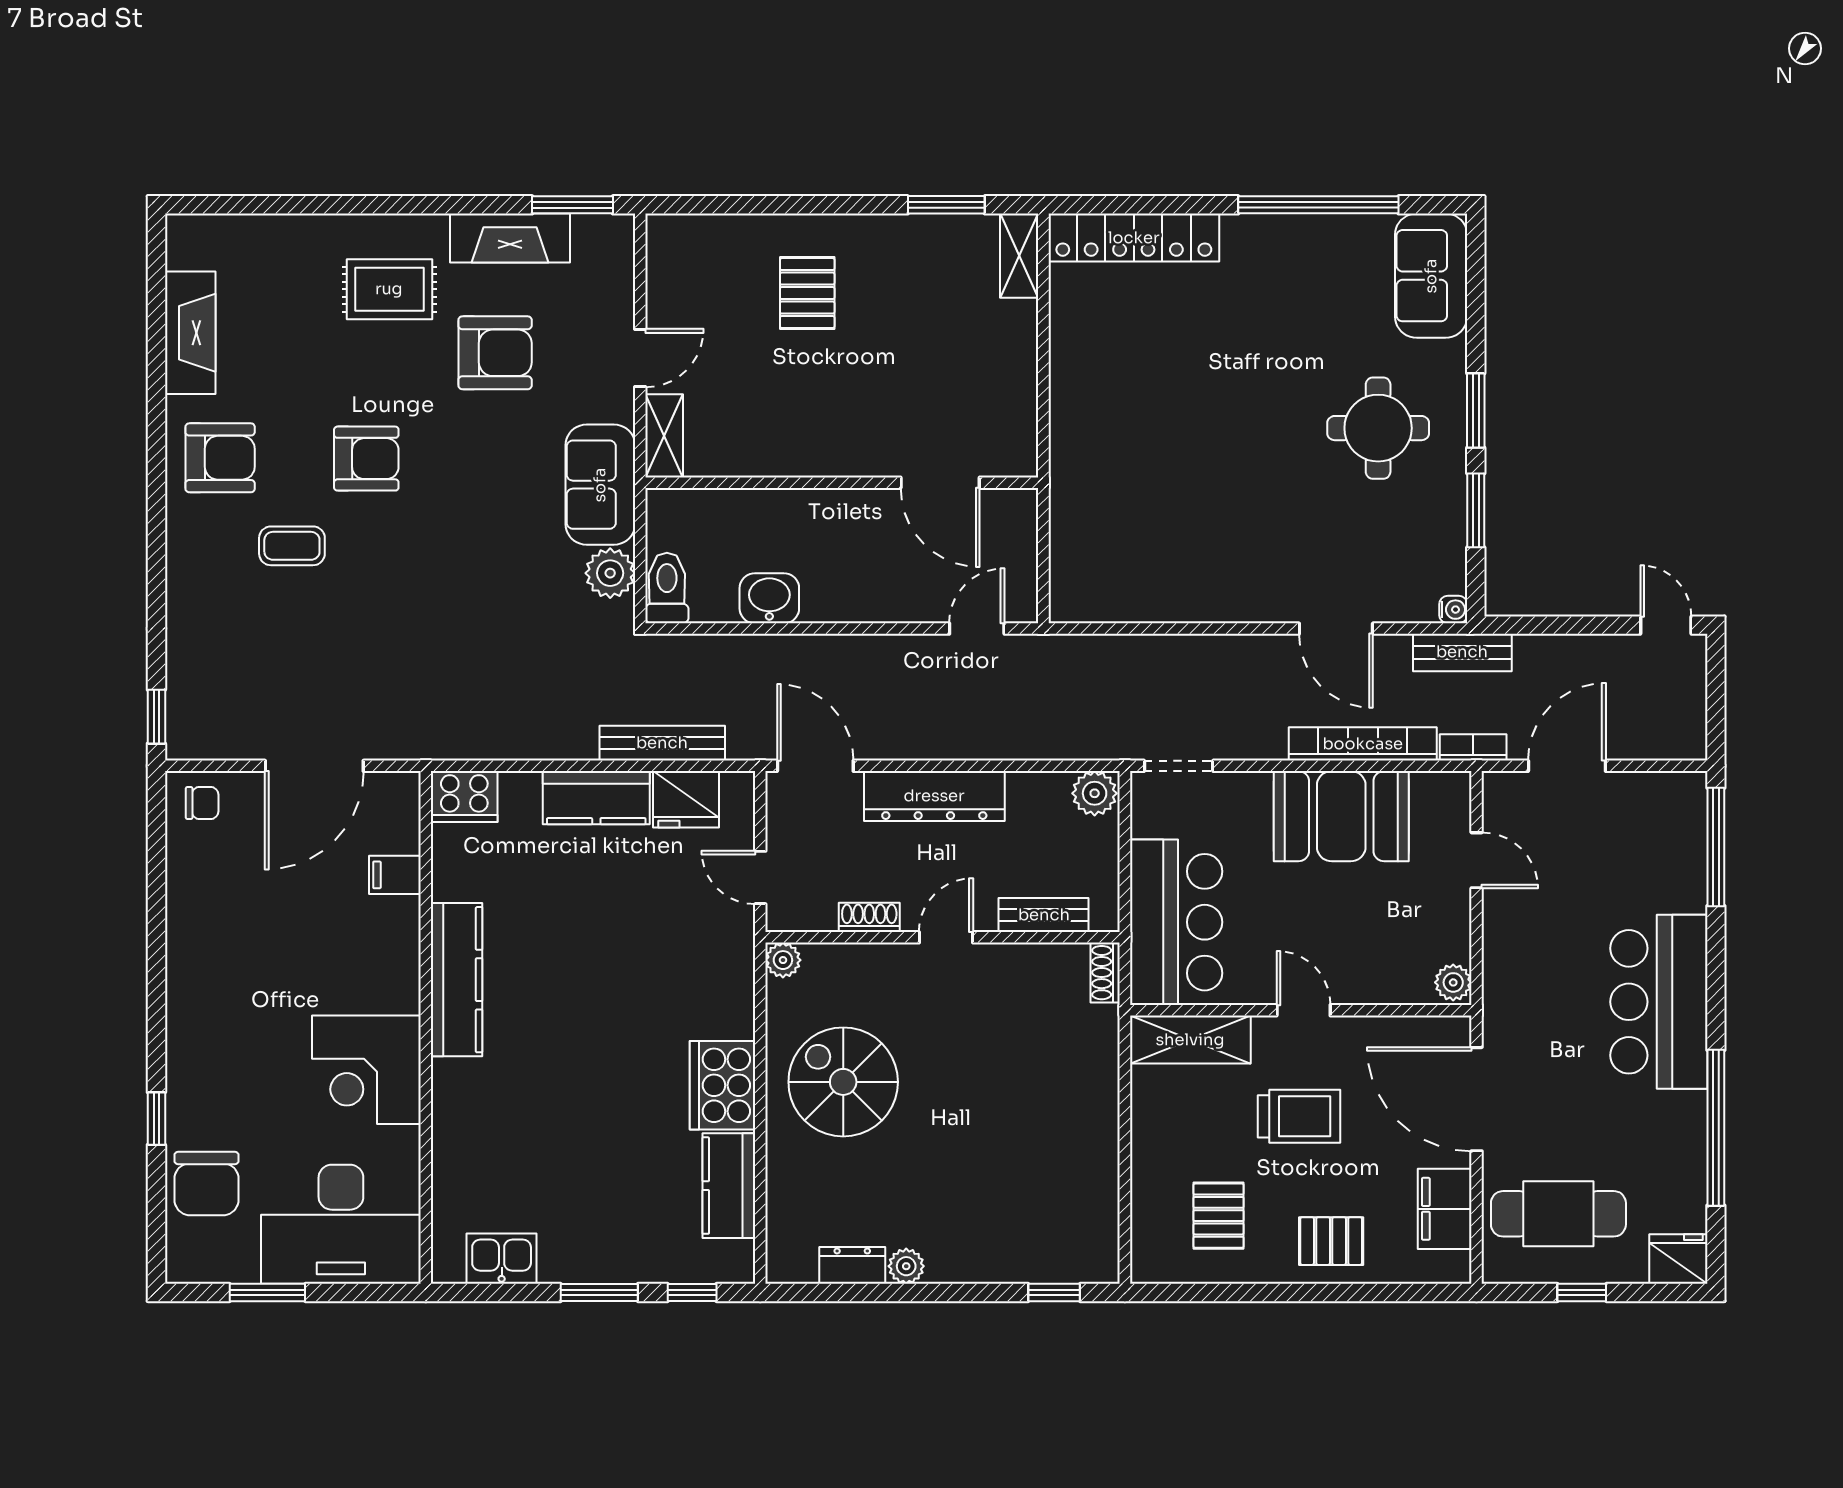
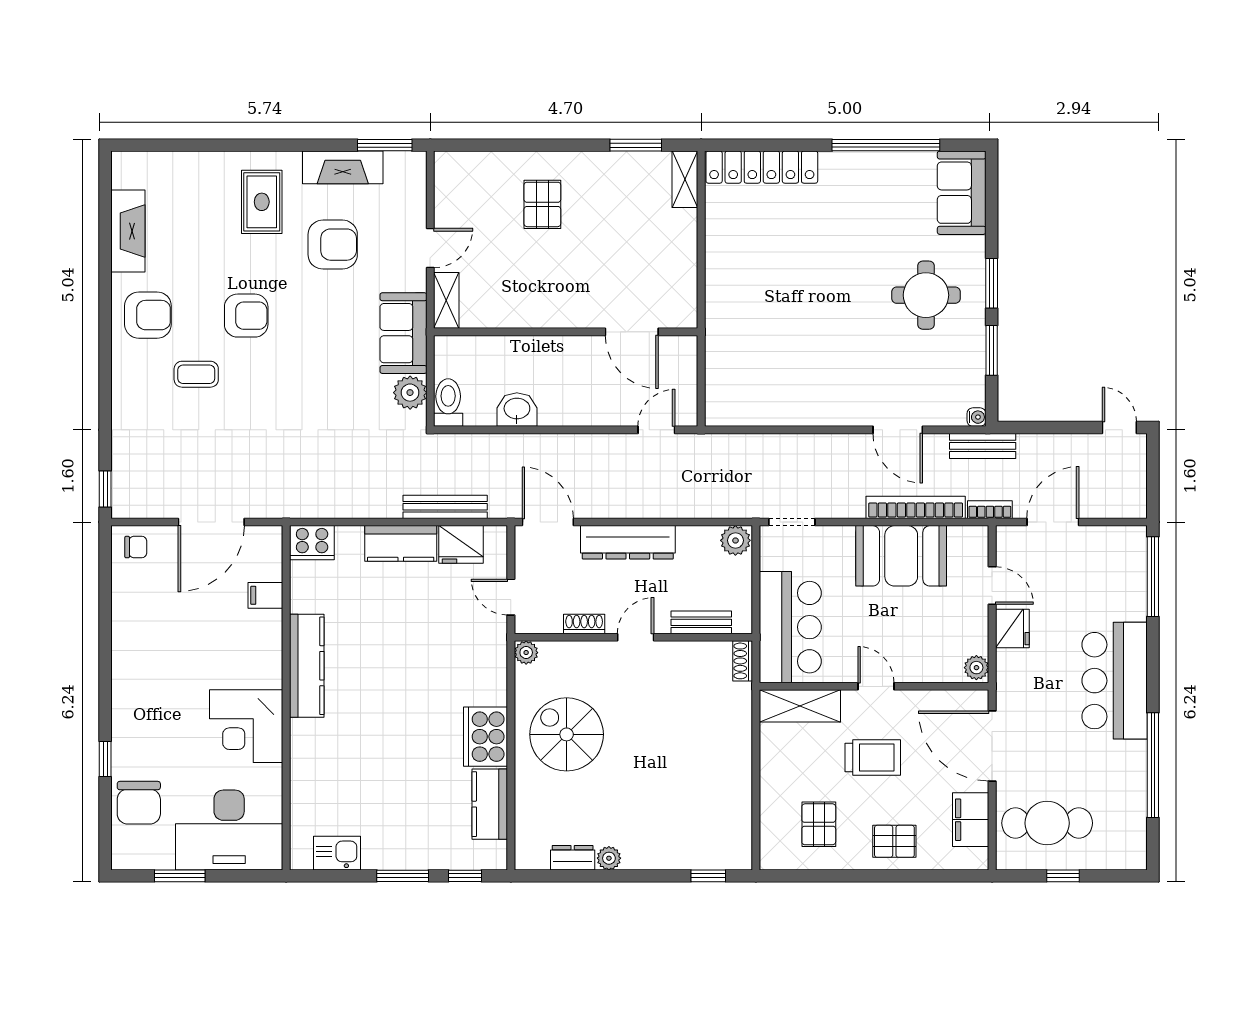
rug: (389, 289) -> (262, 202), turned 90
fridge: (1678, 1259) -> (1012, 628), moved, turned 90

